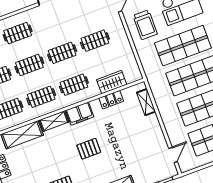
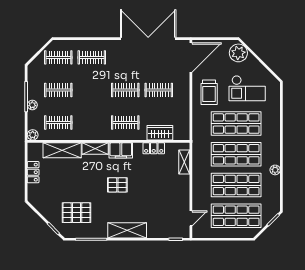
clothes rail: (29, 65) -> (92, 90), removed
clothes rail: (41, 97) -> (92, 122), removed

